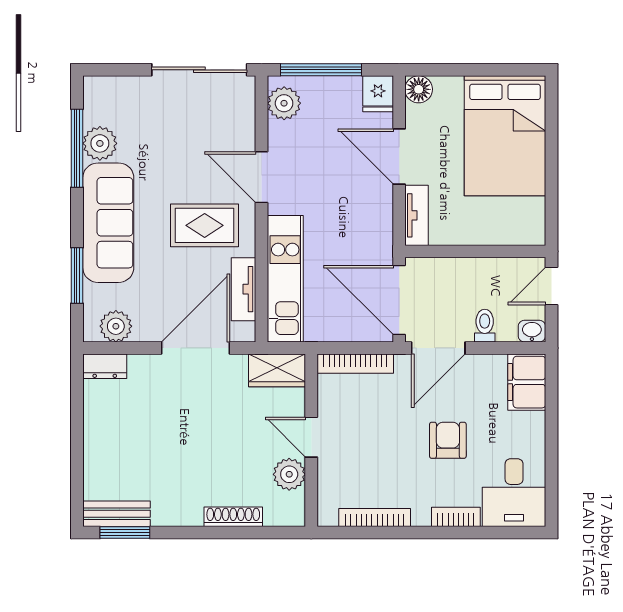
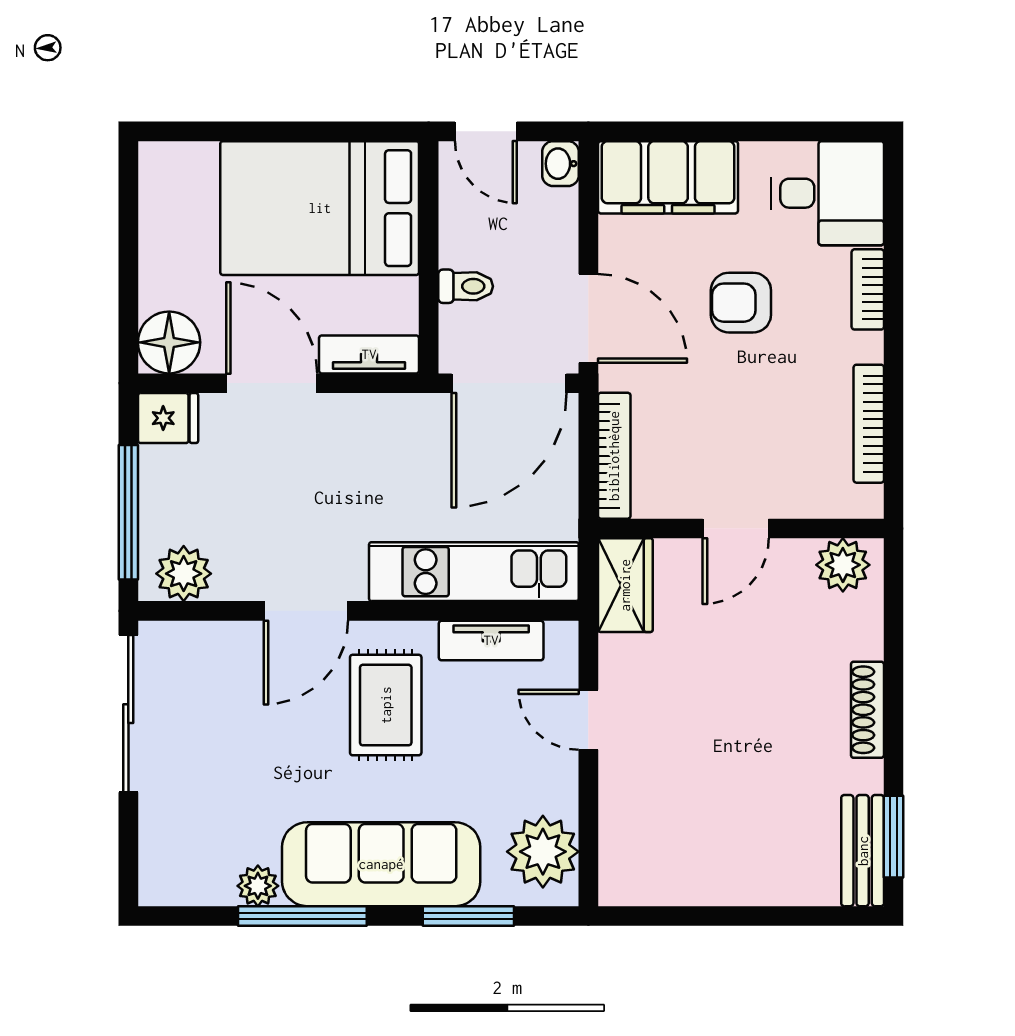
floor lamp: (419, 89) -> (169, 342), width x1.38, depth x1.38
bed: (505, 136) -> (320, 208), moved, turned 180
plant: (100, 143) -> (258, 886), width x0.73, depth x0.73
window: (77, 148) -> (302, 916), moved
door: (399, 157) -> (272, 383), swing flipped
plant: (116, 326) -> (543, 852), width x1.36, depth x1.36
toilet: (485, 326) -> (466, 286), moved, turned 180
door: (196, 348) -> (588, 720), width x0.53
dresser: (105, 366) -> (618, 870), removed
filing cabinet: (527, 382) -> (668, 177), width x1.50, depth x1.17
plant: (289, 474) -> (843, 565), moved
shoe rack: (233, 517) -> (867, 710), moved

